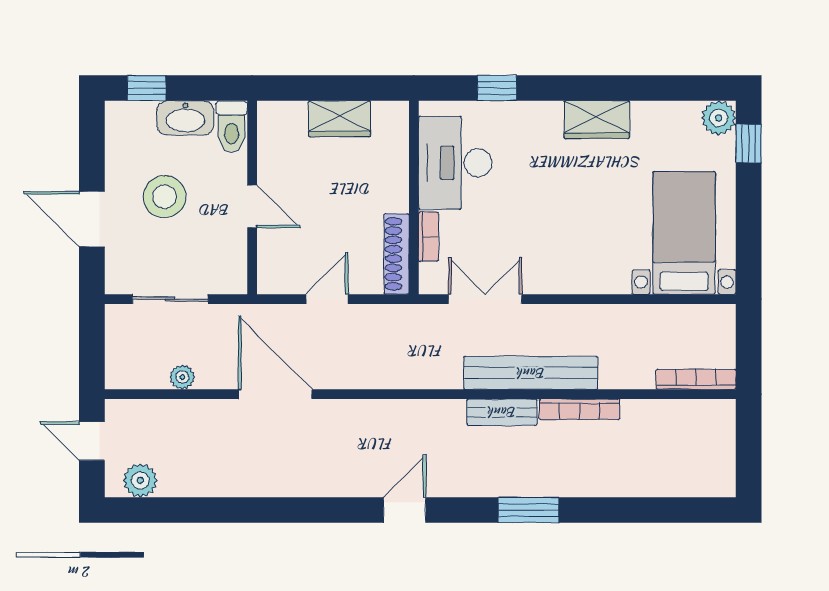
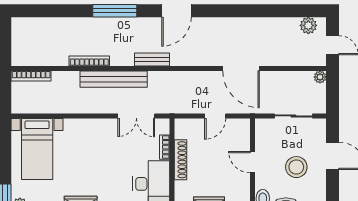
shoe rack: (397, 254) -> (180, 160), moved
plant: (182, 377) -> (320, 77), moved
bench: (502, 412) -> (152, 59), moved
door: (405, 510) -> (176, 11), width x1.38
window: (528, 510) -> (115, 11), width x1.44

